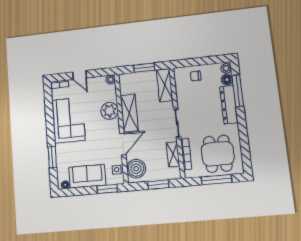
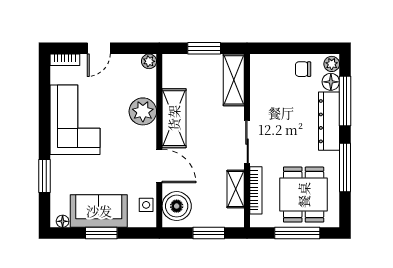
door: (79, 75) -> (99, 48), hinge flipped
chair: (196, 76) -> (303, 69), moved
window: (243, 133) -> (345, 167), added
door: (123, 144) -> (159, 166), hinge flipped
window: (107, 189) -> (101, 233), moved

